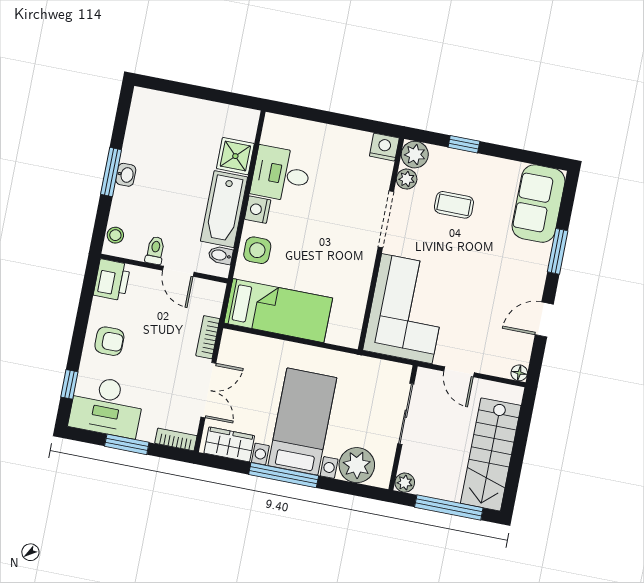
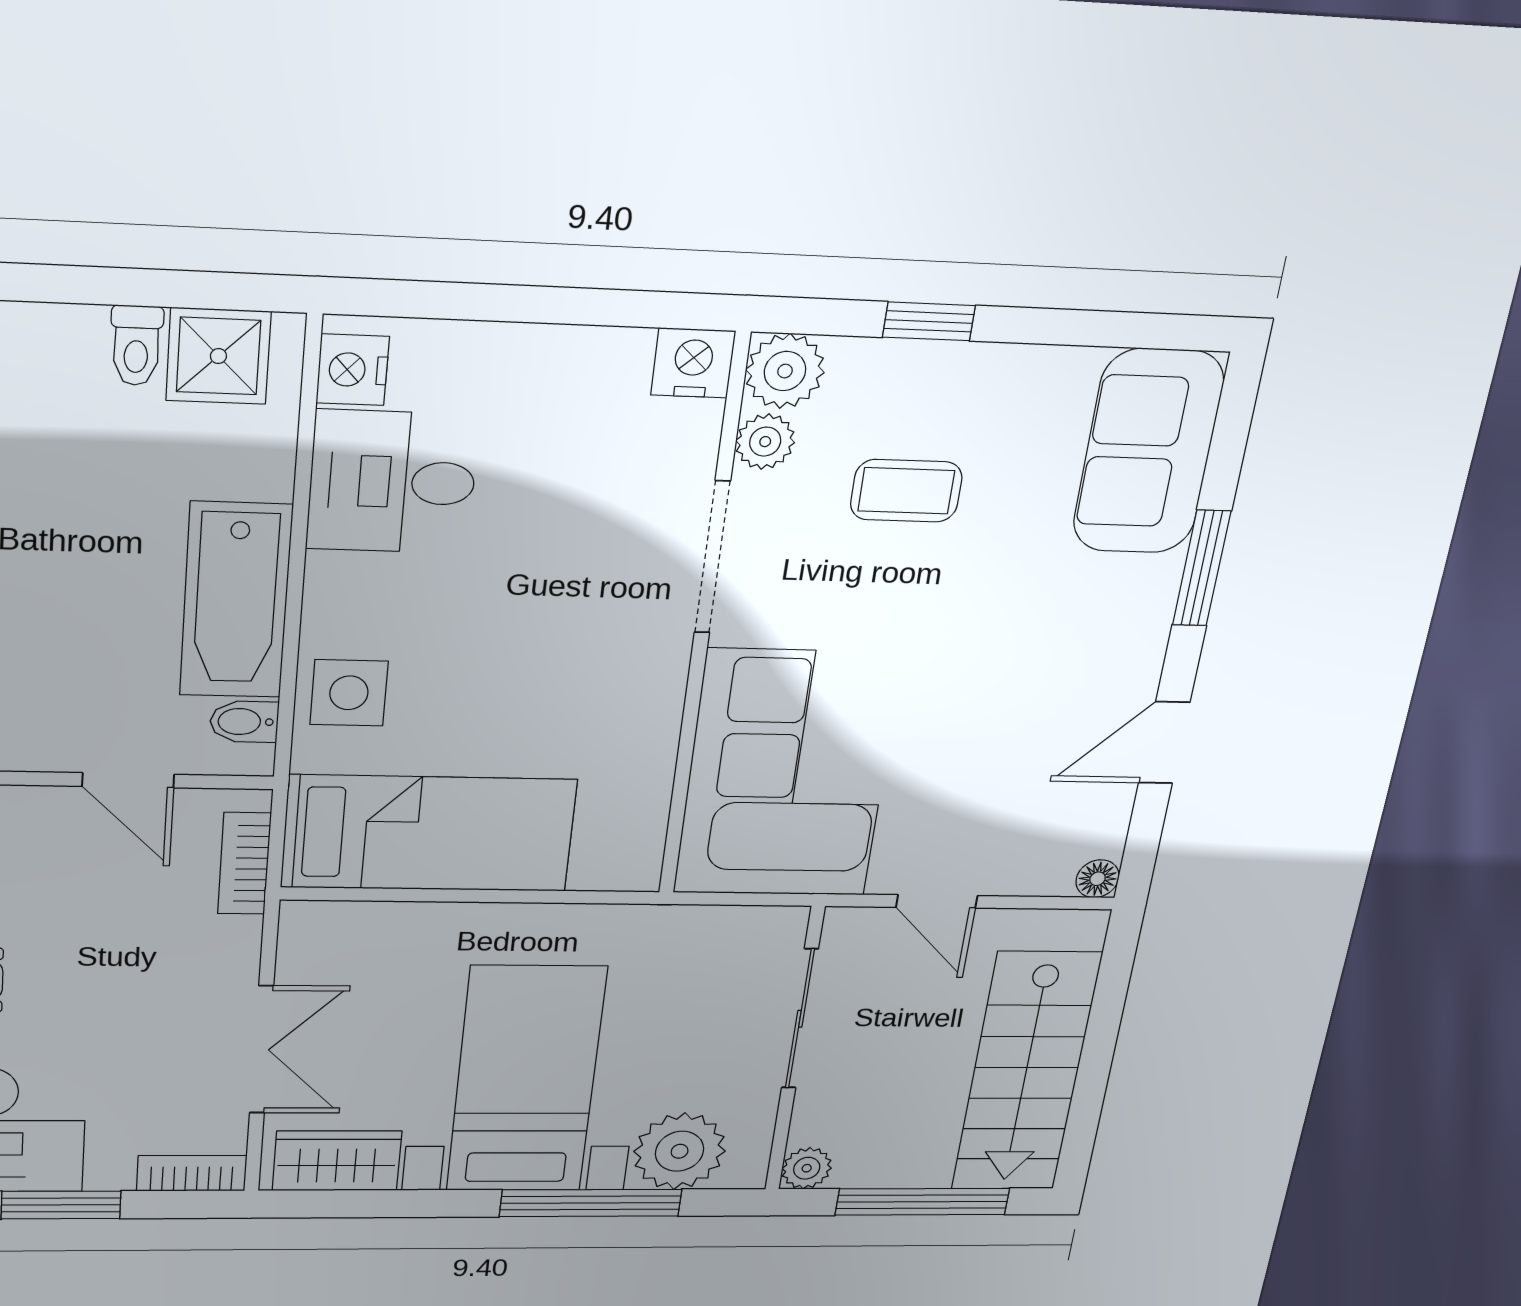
shower: (235, 156) -> (218, 356), moved
nightstand: (258, 210) -> (353, 370), moved
toilet: (155, 250) -> (136, 346), moved, turned 180
bookcase: (208, 337) -> (244, 863), moved
window: (284, 475) -> (591, 1203), moved

